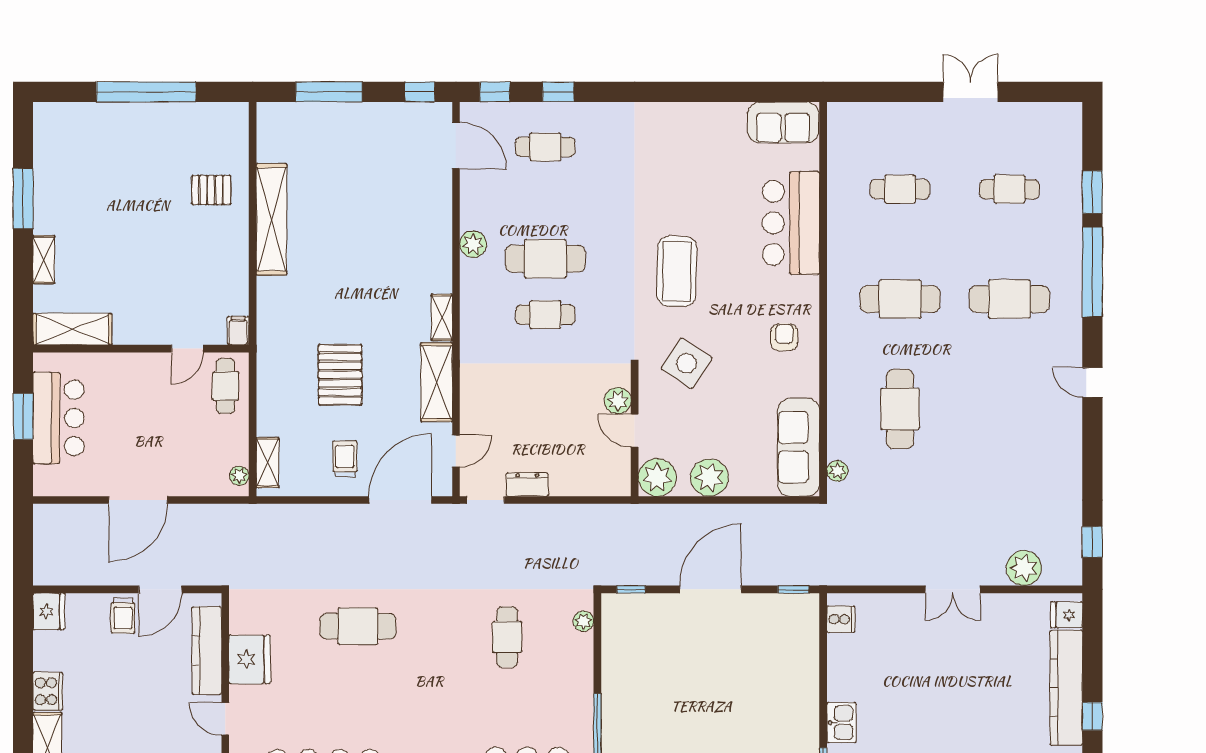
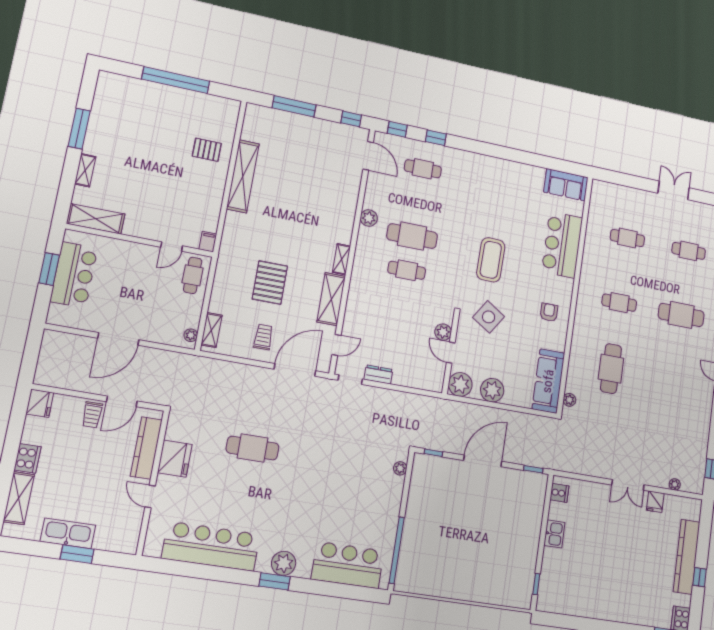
cafe table: (900, 299) -> (619, 303), width x0.73, depth x0.74
plant: (1024, 568) -> (675, 484), width x0.53, depth x0.53
fridge: (1067, 615) -> (655, 502), moved, turned -90
cafe table: (507, 637) -> (350, 471), removed
kitchen sink: (842, 723) -> (554, 534), moved

